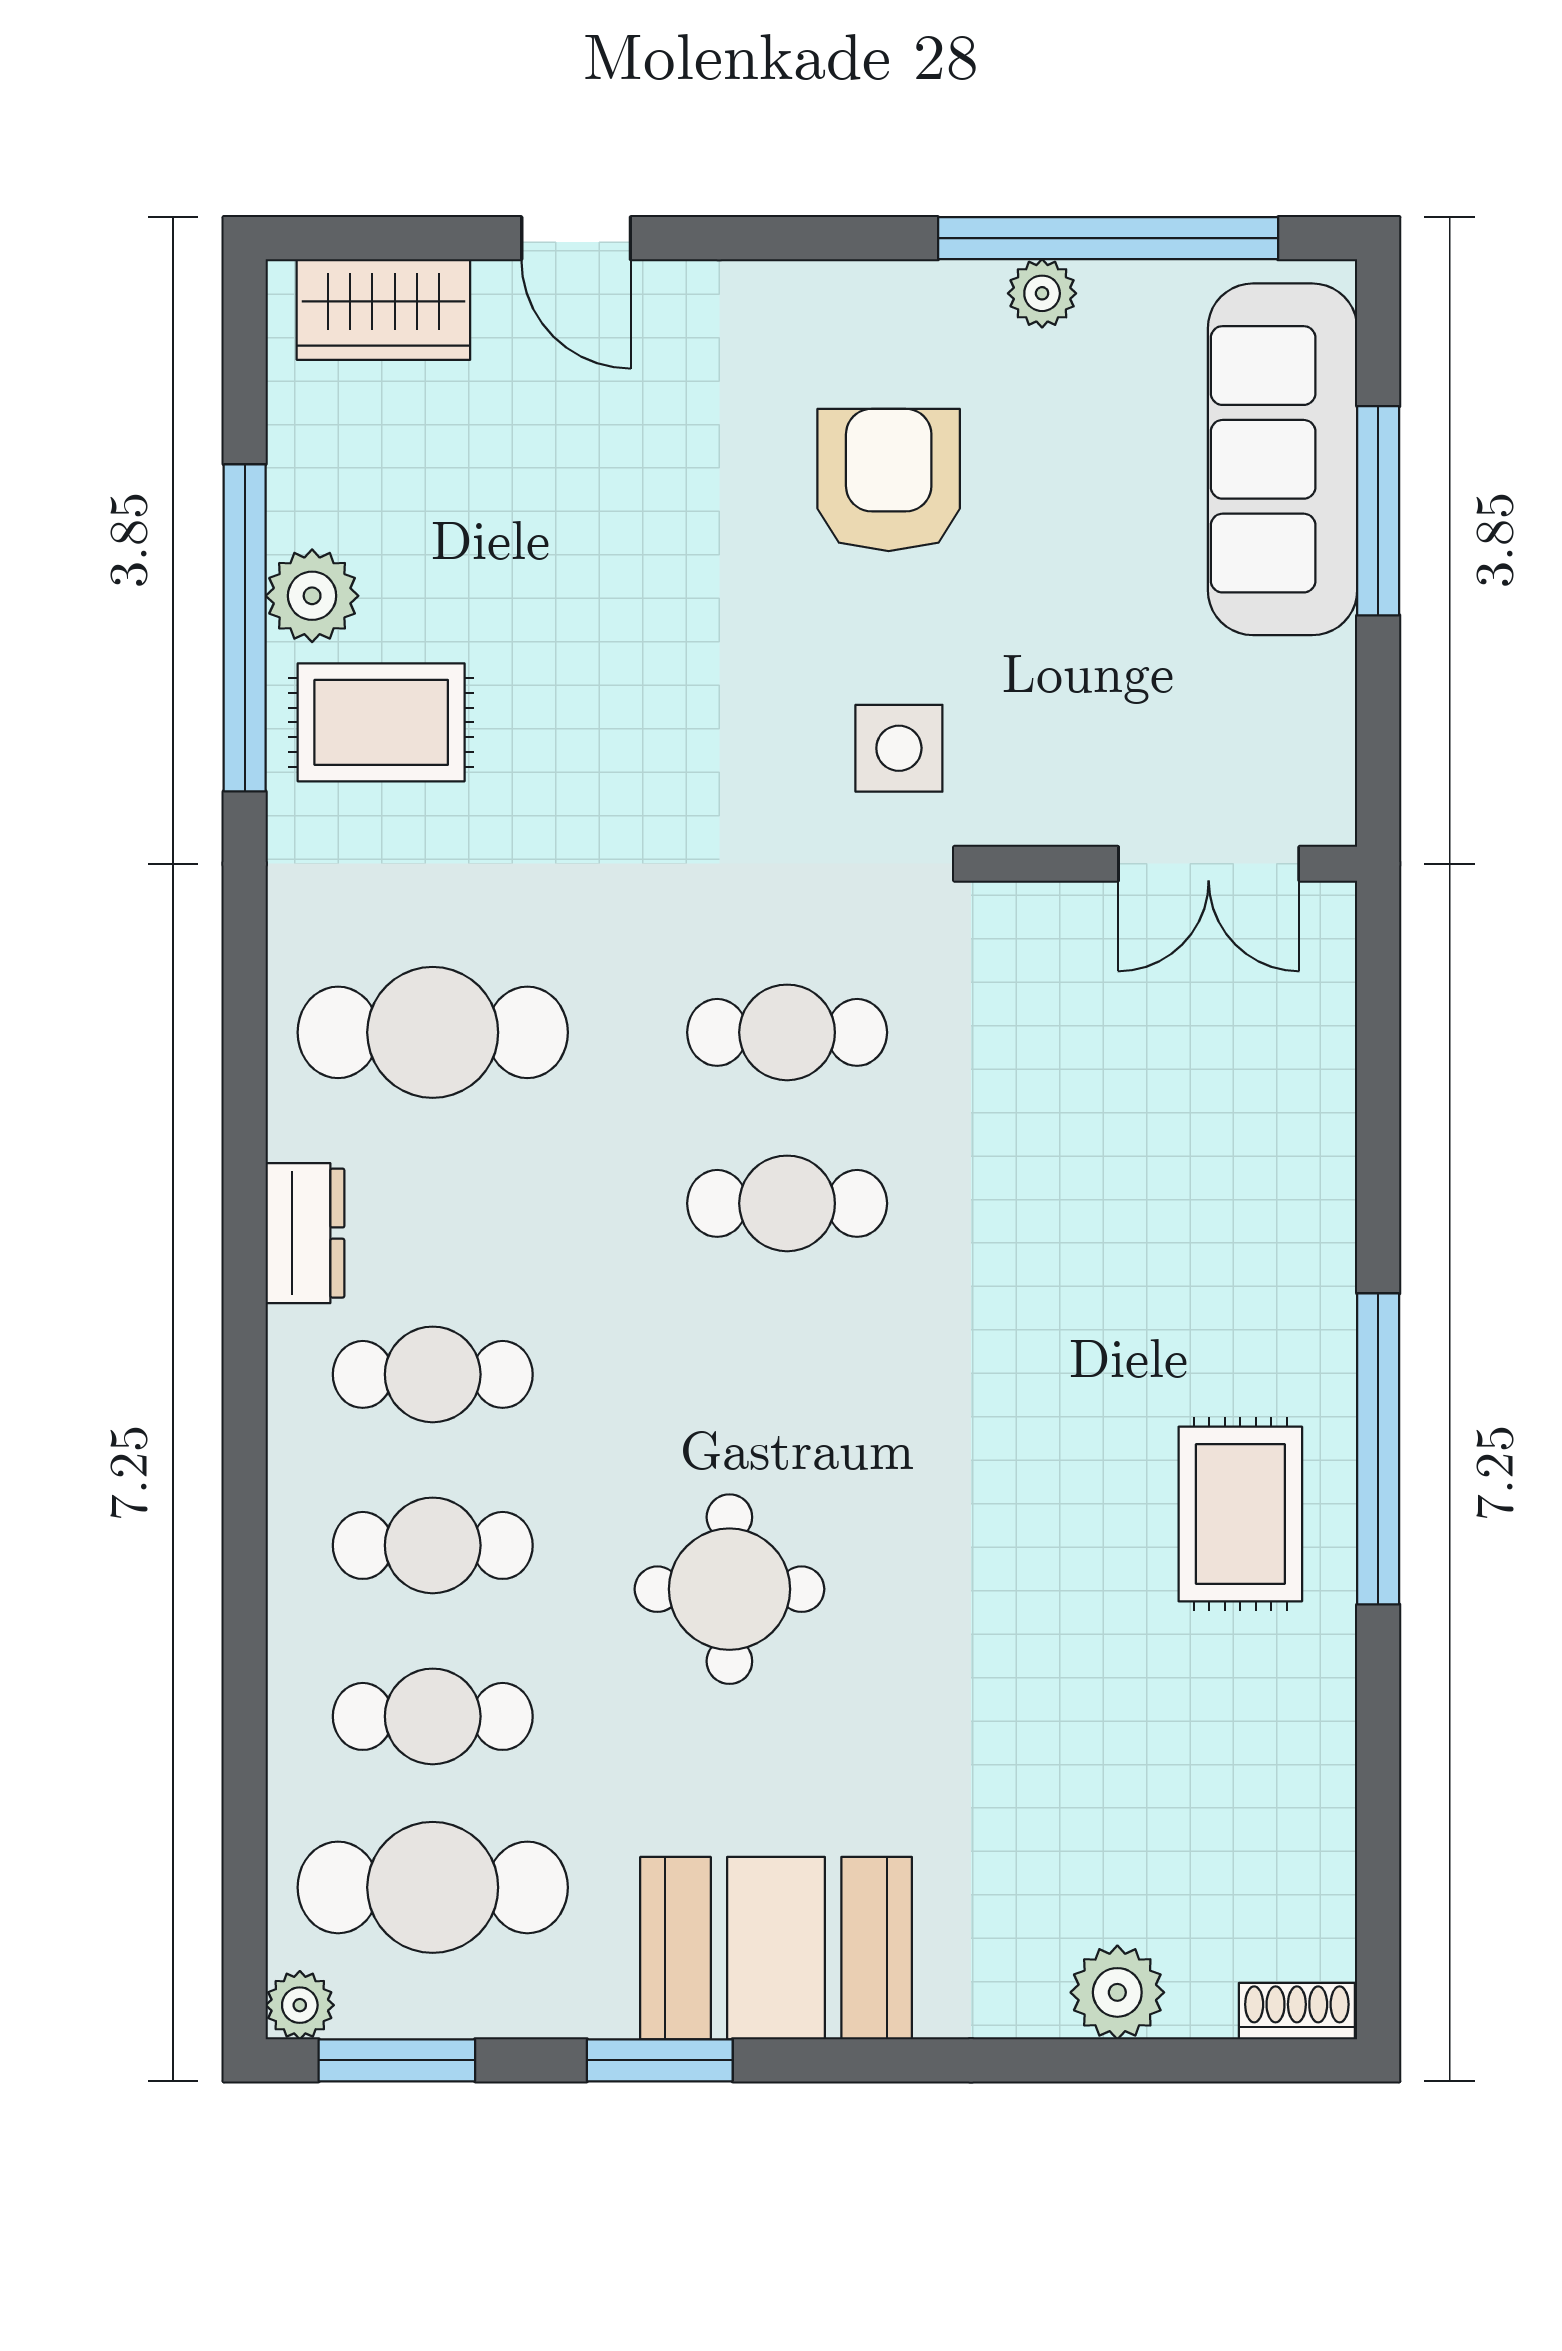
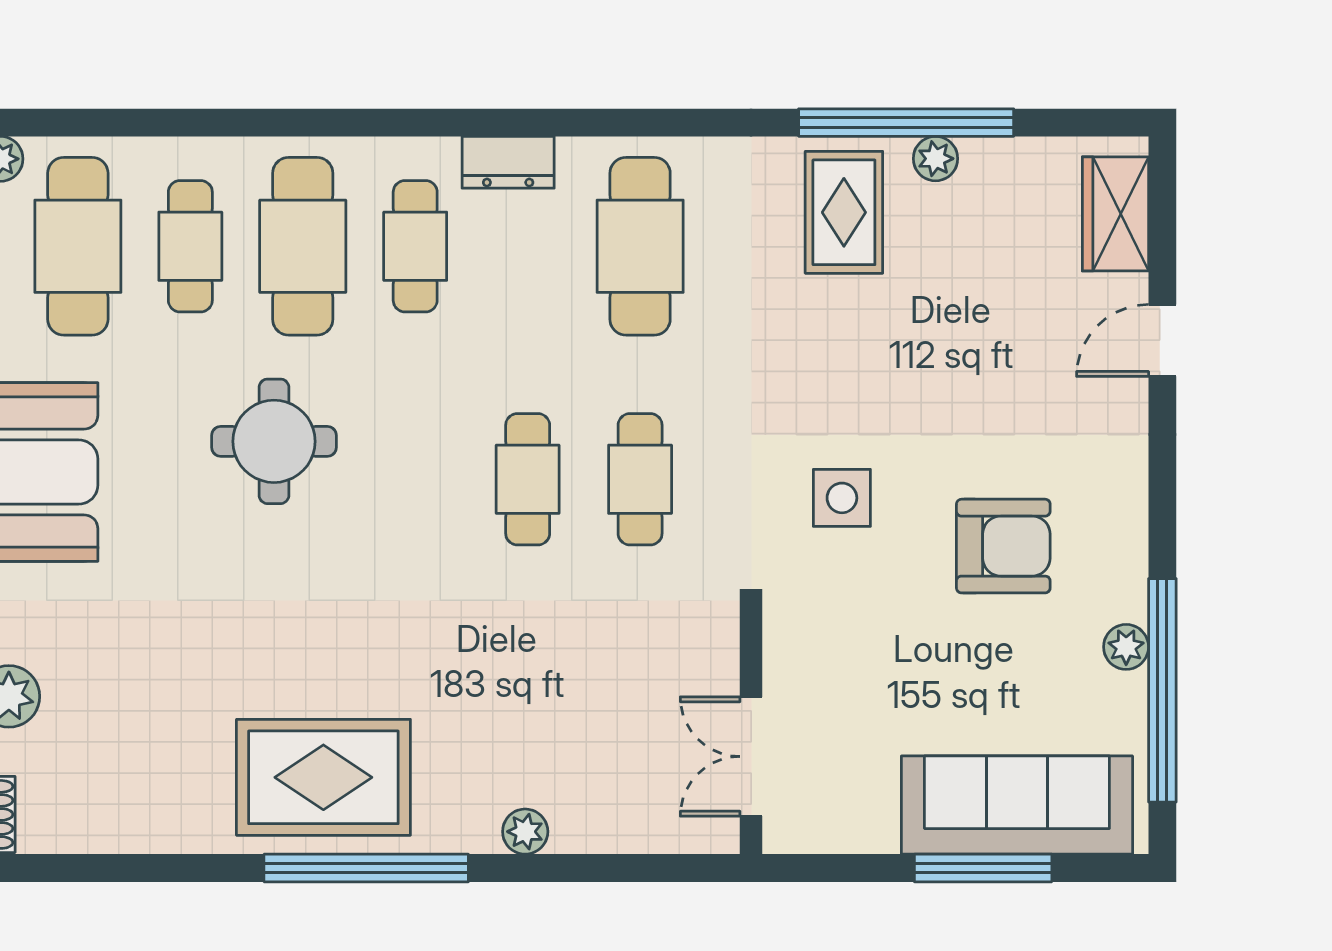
plant: (312, 596) -> (936, 159), width x0.73, depth x0.73
side table: (899, 748) -> (842, 498), moved
plant: (1323, 1207) -> (525, 832), added
rug: (1240, 1514) -> (323, 777), width x1.36, depth x1.43
cafe table: (433, 1545) -> (303, 246), width x1.37, depth x1.35

